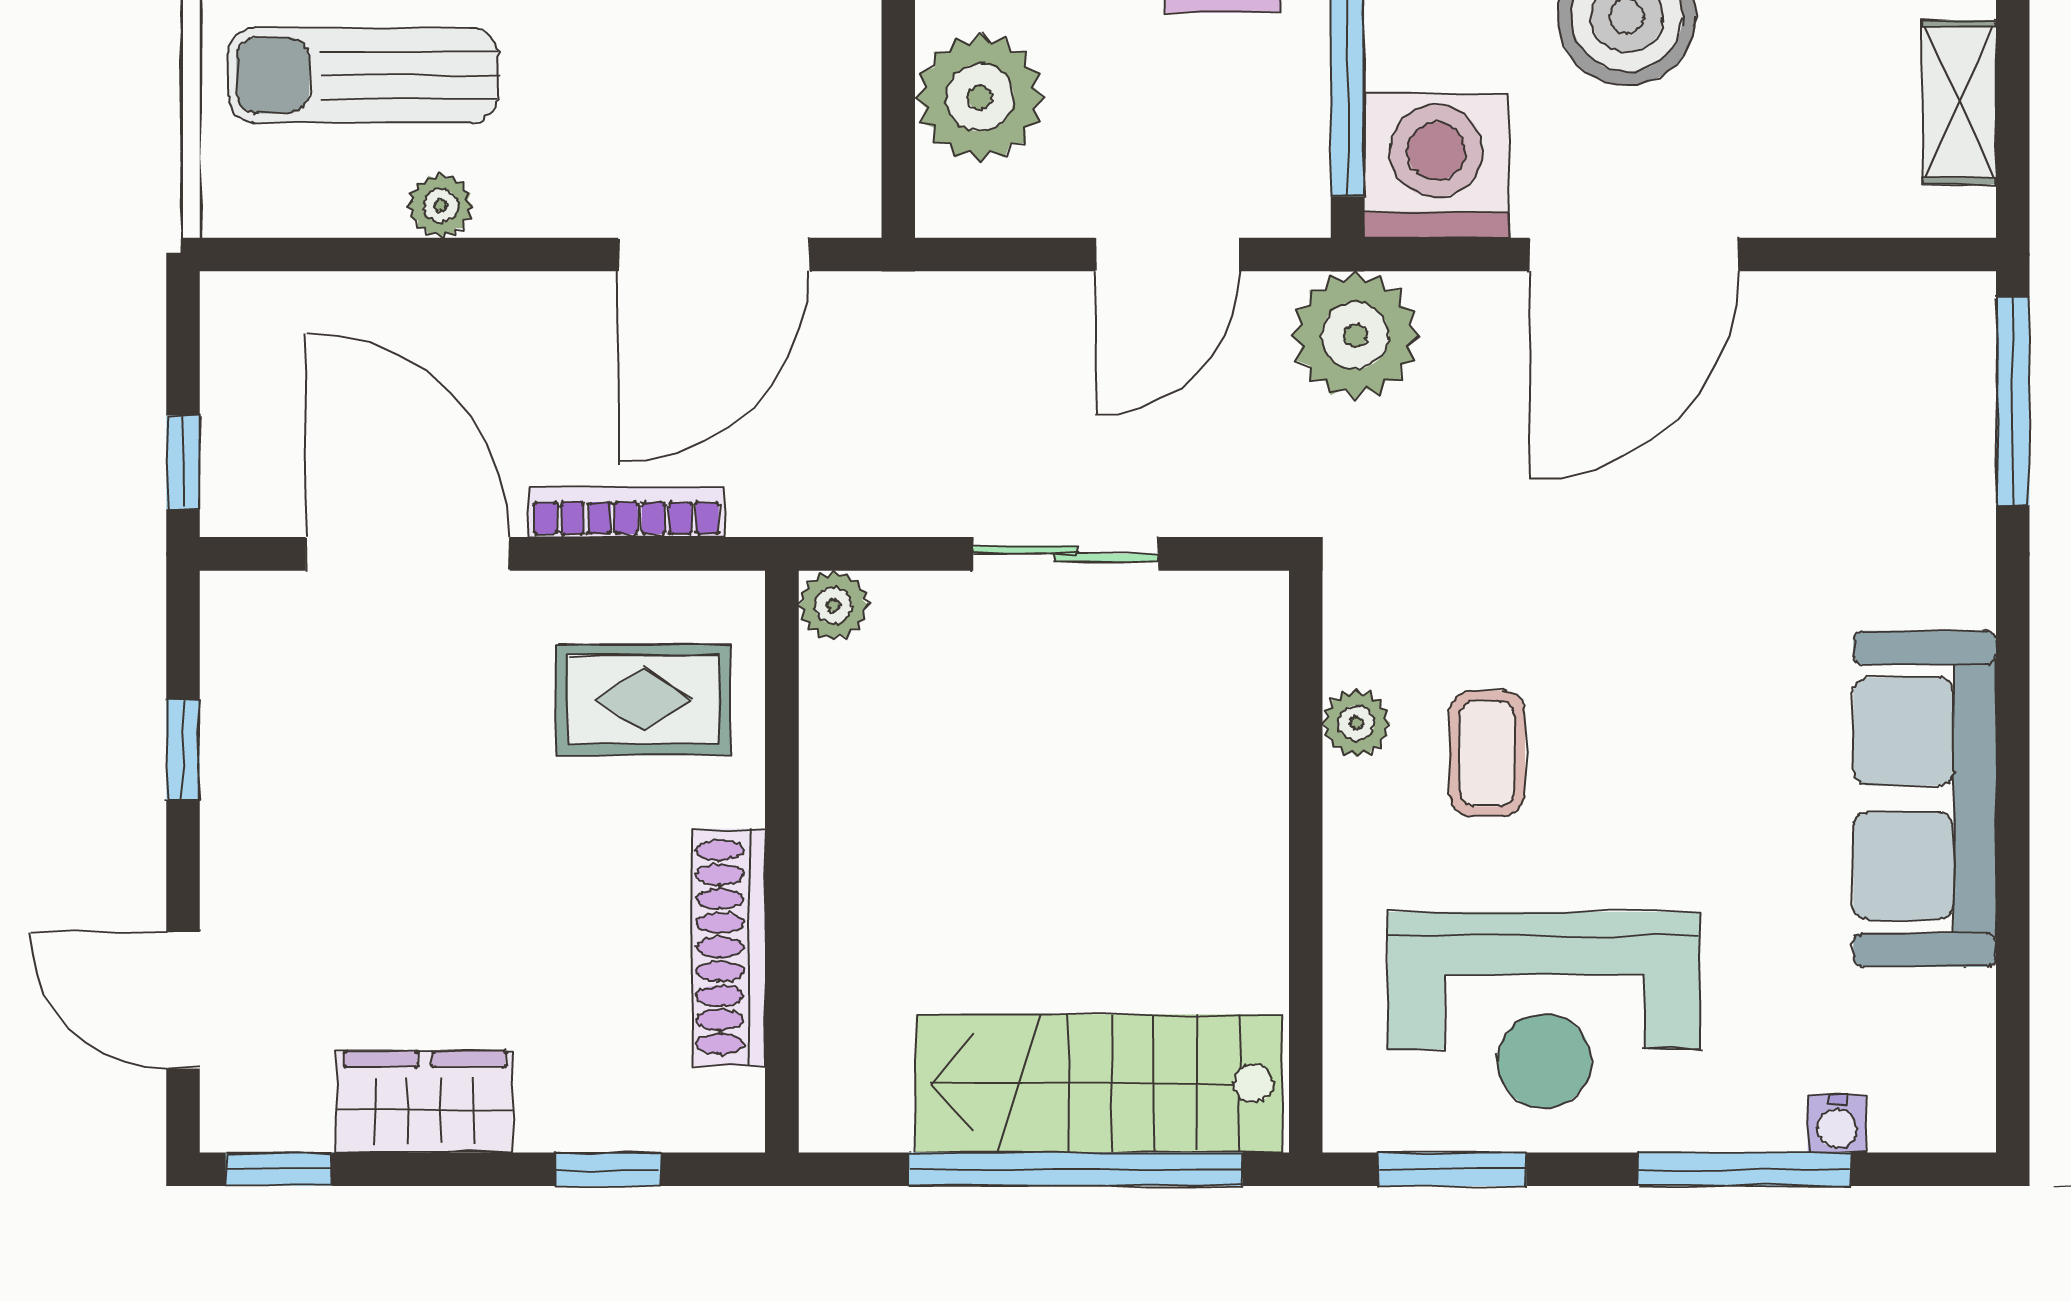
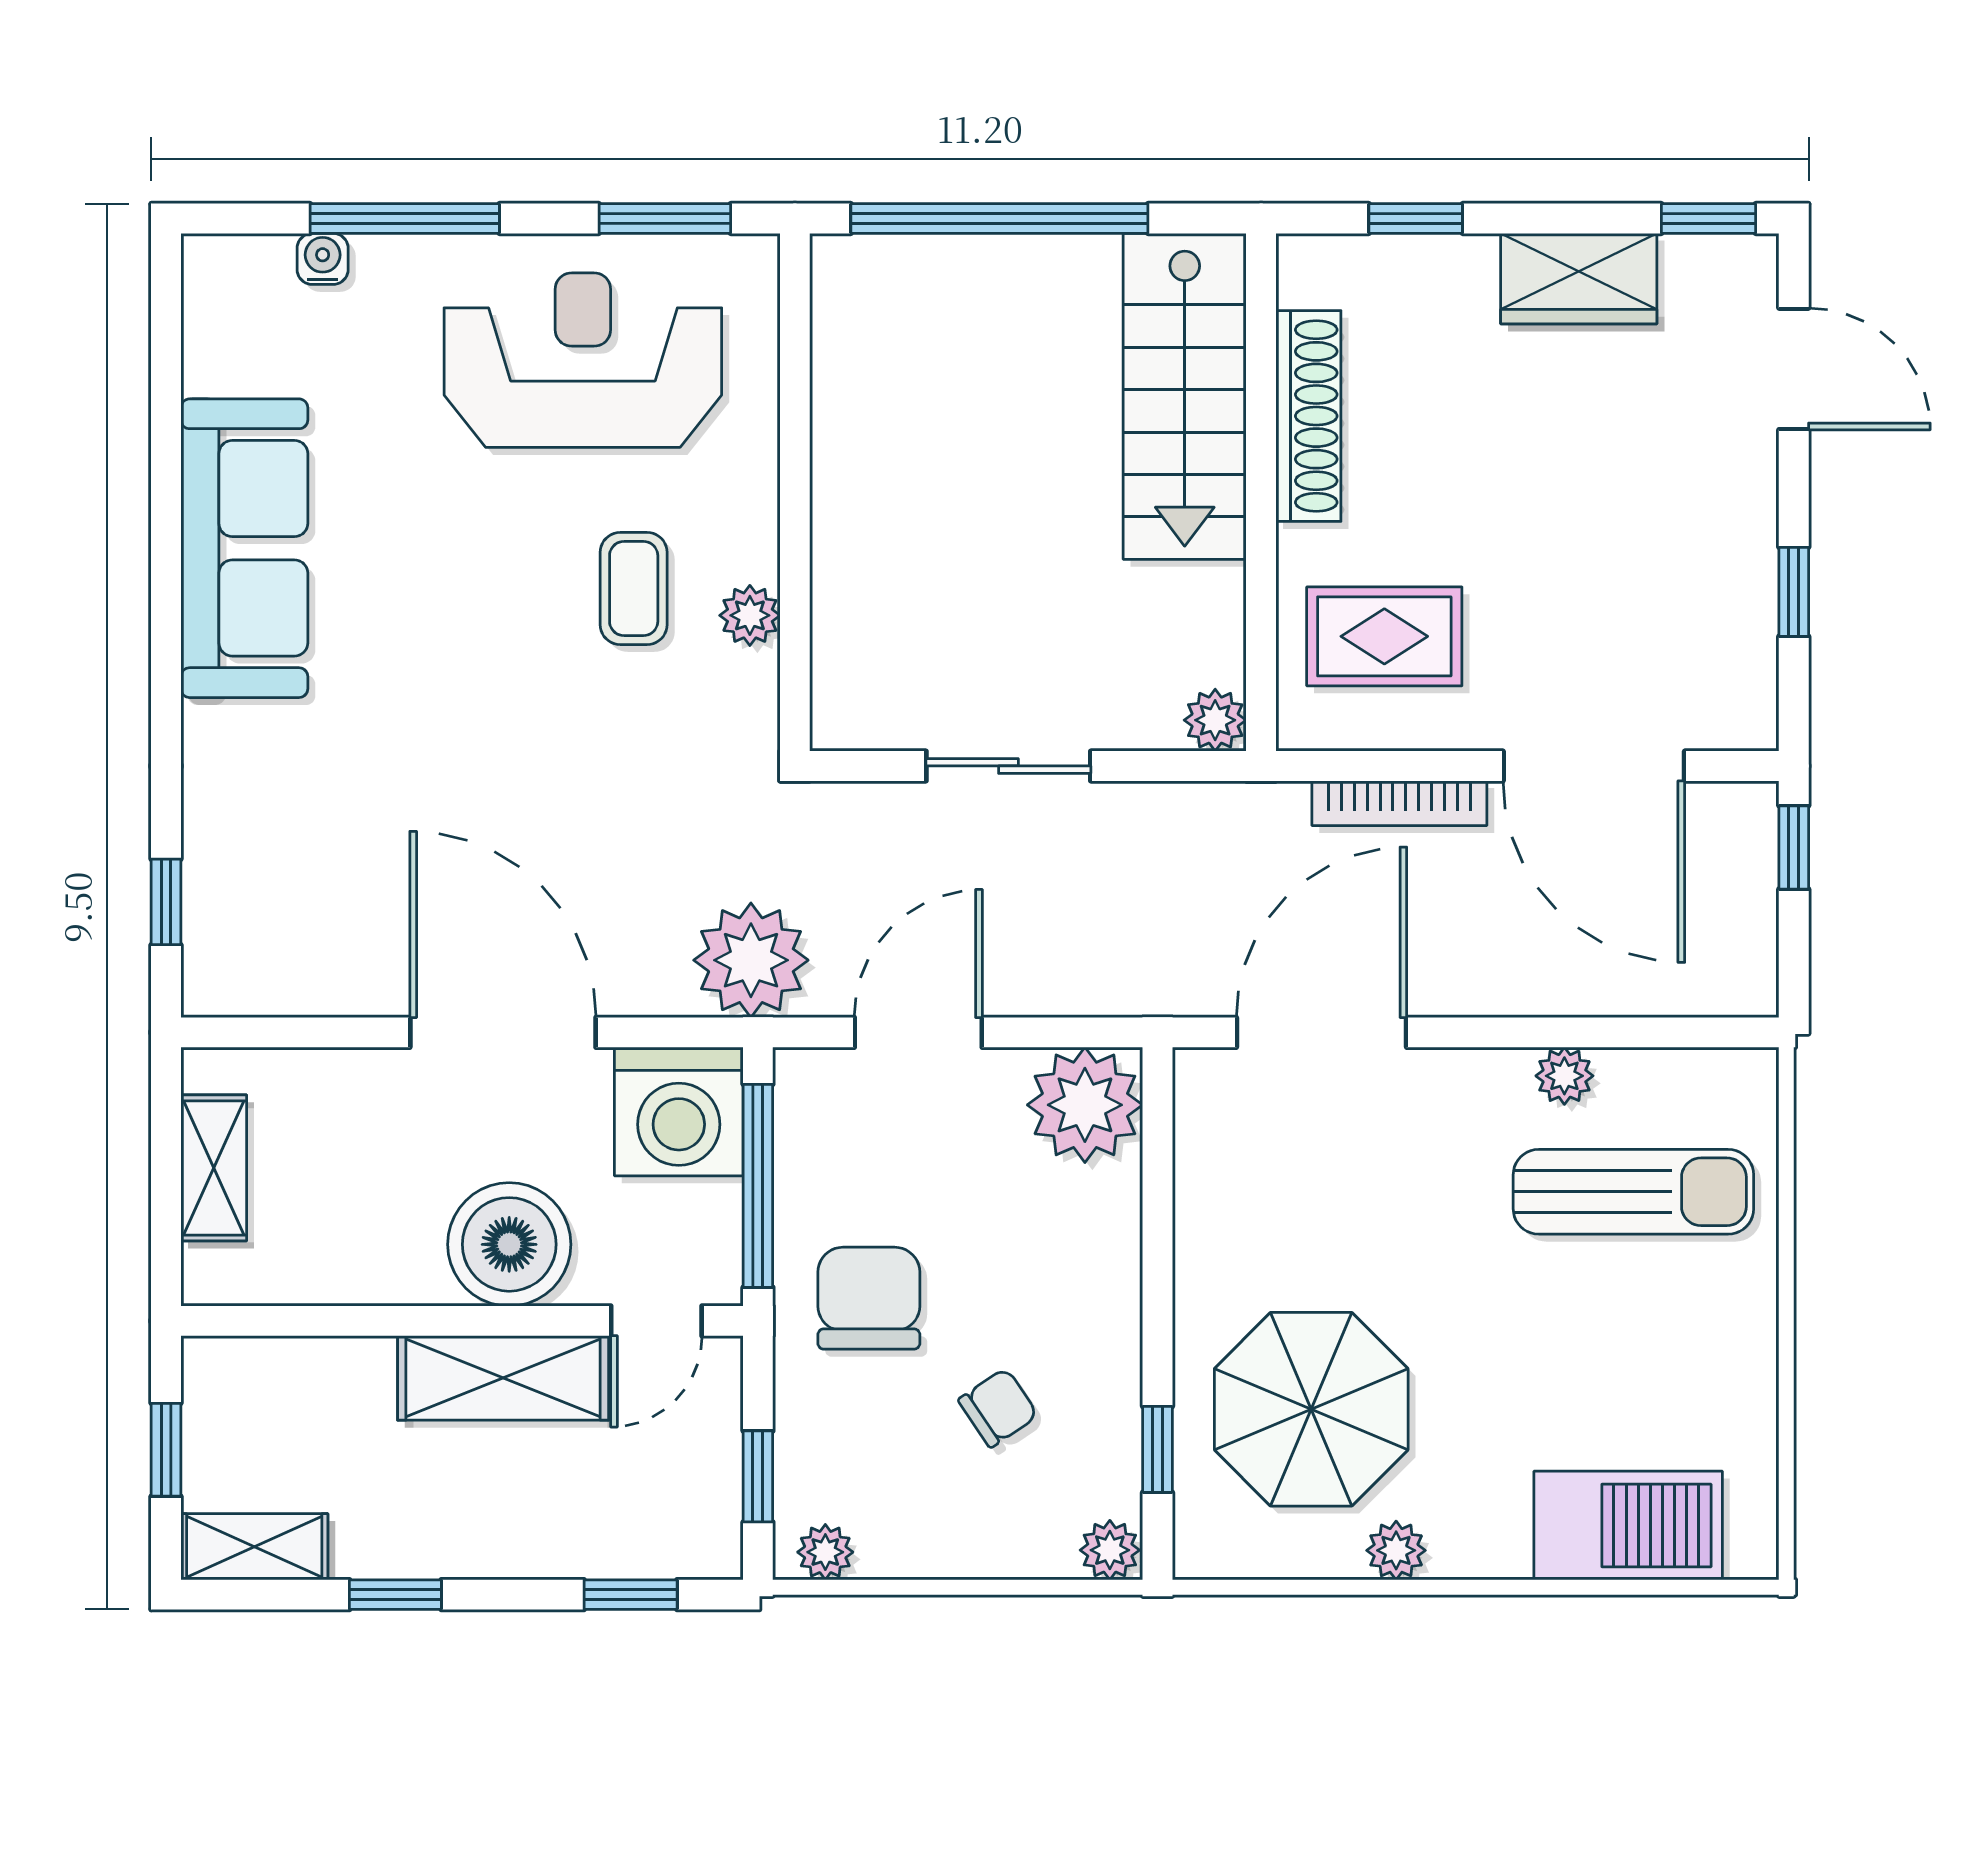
plant: (980, 98) -> (1085, 1105), moved
door: (1634, 254) -> (503, 1032), hinge flipped
window: (2013, 401) -> (166, 902), width x0.46
stairs: (1099, 1084) -> (1185, 396), moved, turned 90

